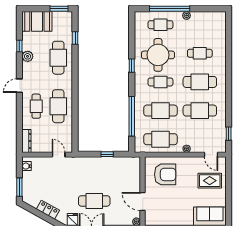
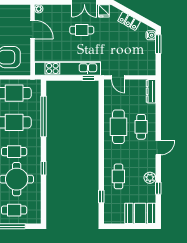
window: (59, 9) -> (118, 226), removed
cafe table: (58, 58) -> (118, 176), width x0.73, depth x0.74
window: (107, 154) -> (88, 78), moved
kitchen unit: (108, 163) -> (67, 68), added
water cooler: (27, 166) -> (151, 35), moved
cafe table: (94, 201) -> (82, 30), width x0.73, depth x0.74

